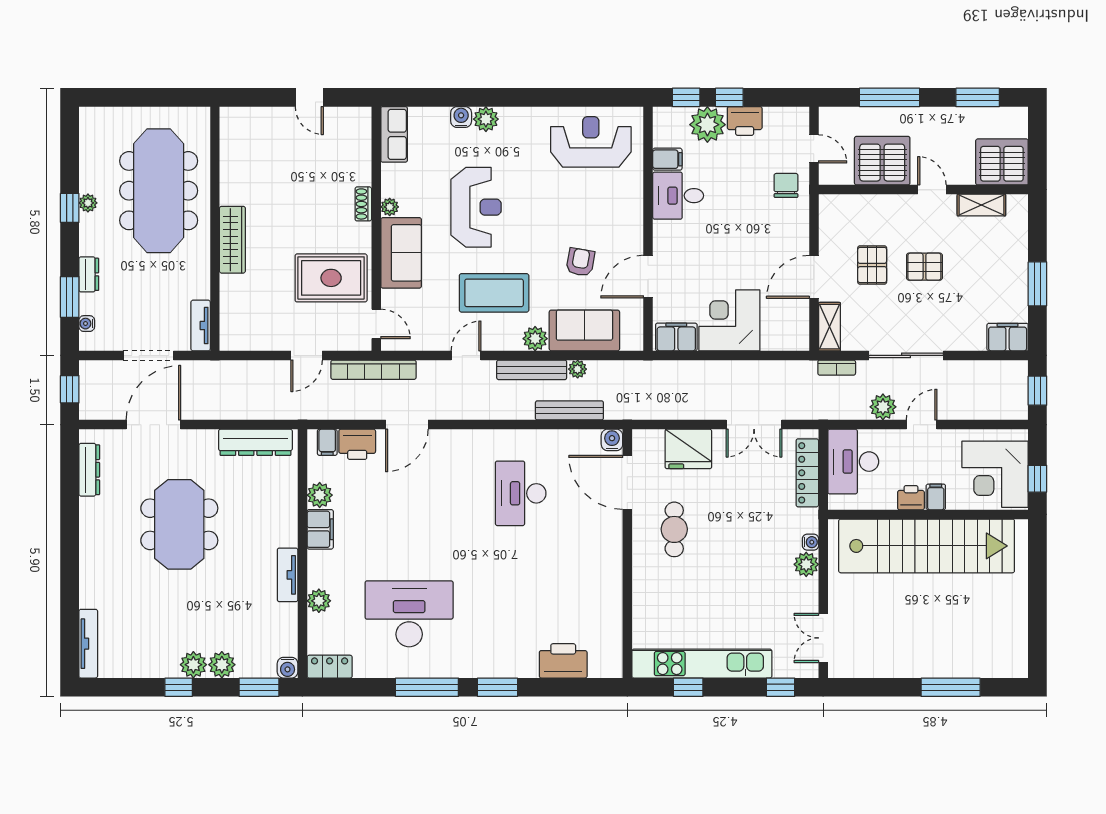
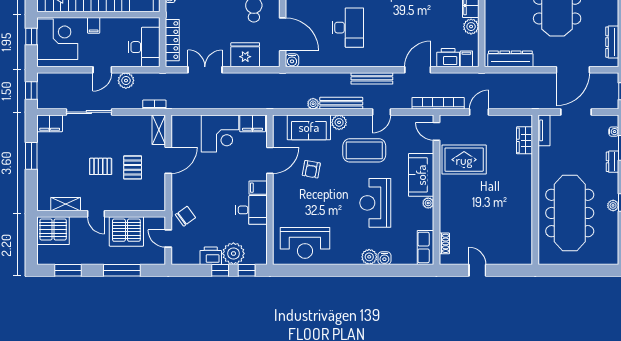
filing cabinet: (667, 159) -> (258, 188), moved
chair: (786, 185) -> (185, 216), turned -126
shoe rack: (363, 204) -> (444, 243), moved
wardrobe: (232, 240) -> (525, 140), moved, width x0.67
sliding door: (906, 355) -> (89, 112), moved
bench: (569, 410) -> (372, 78), moved
printer: (911, 498) -> (109, 25), removed

